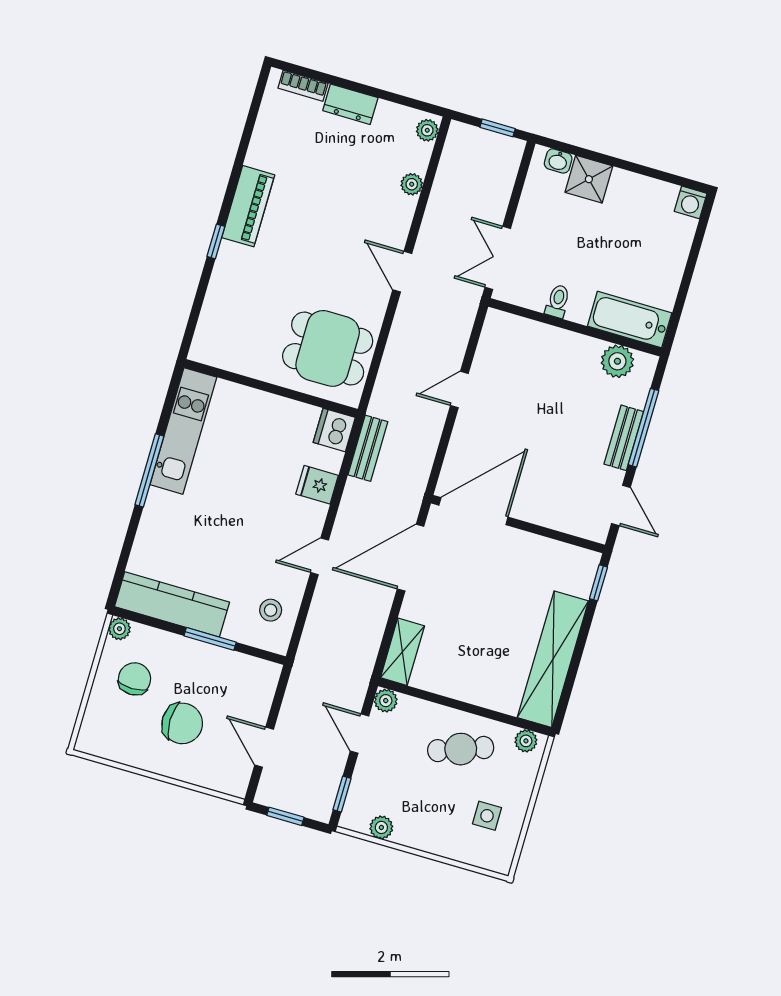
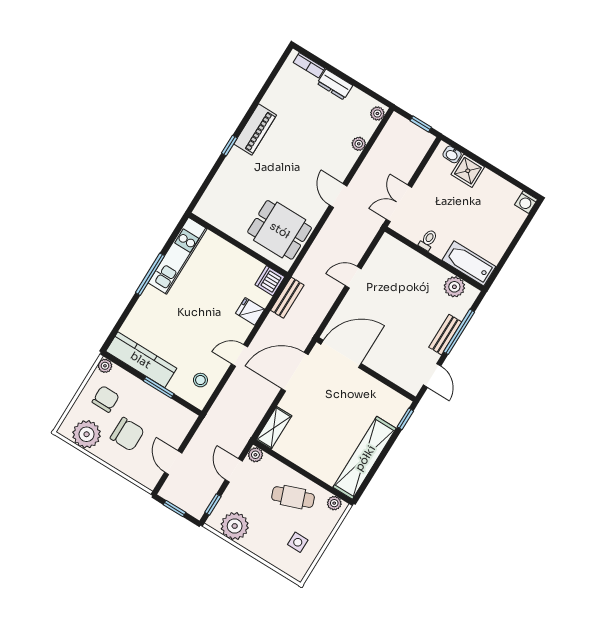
plant: (120, 741) -> (87, 434), added
plant: (381, 827) -> (235, 526), width x1.87, depth x1.87

